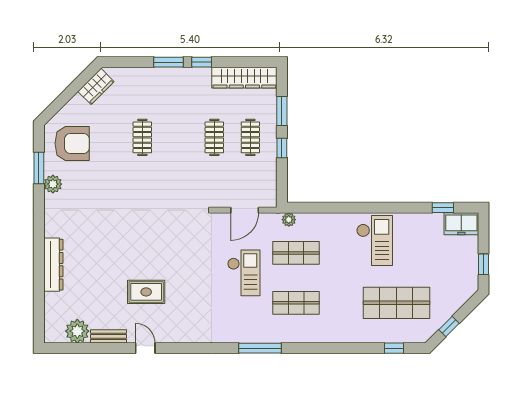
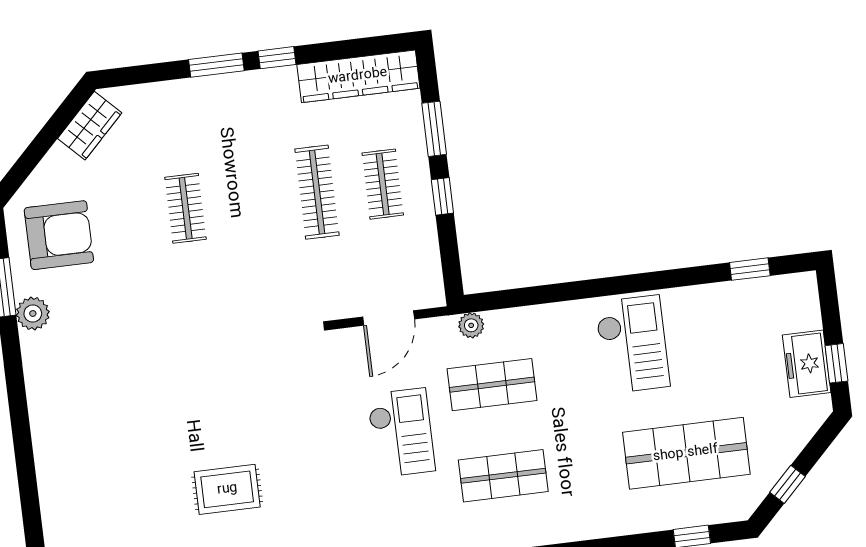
clothes rail: (214, 137) -> (317, 192), width x1.36
freezer: (461, 224) -> (807, 364), moved, turned 90
dresser: (53, 265) -> (52, 460), removed

